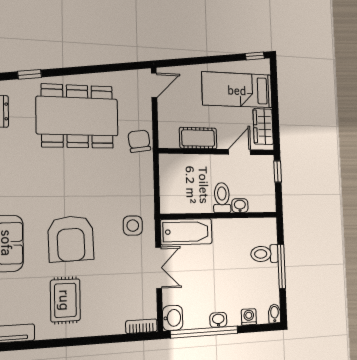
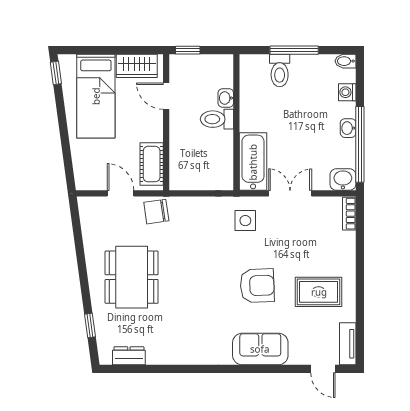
door: (154, 85) -> (121, 193), moved
dining table: (77, 116) -> (132, 277), width x0.73, depth x0.80
cot: (198, 138) -> (152, 164), moved
armchair: (71, 239) -> (257, 286), width x0.73, depth x0.73

